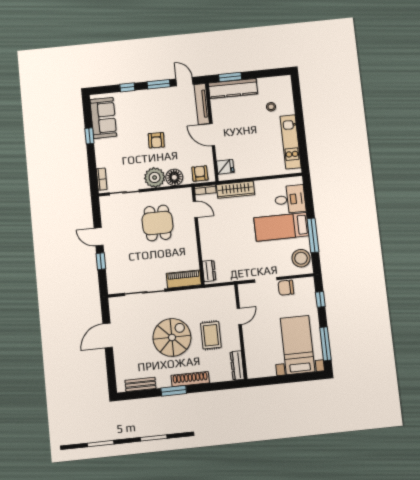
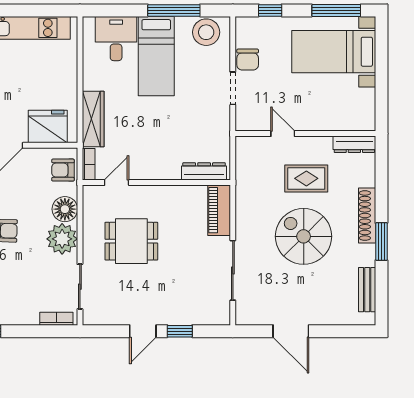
fridge: (225, 167) -> (48, 127), width x1.88, depth x1.34
dresser: (209, 271) -> (204, 171), width x1.44

